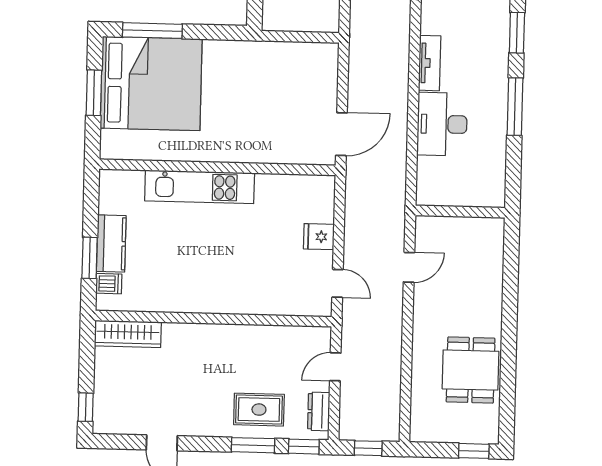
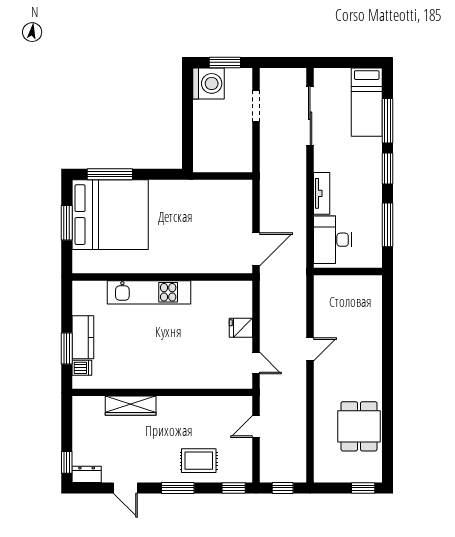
wall: (460, 211) -> (348, 272), moved
wardrobe: (128, 334) -> (131, 406), moved
dresser: (319, 411) -> (87, 474), moved, turned 90
window: (253, 445) -> (178, 488), moved

